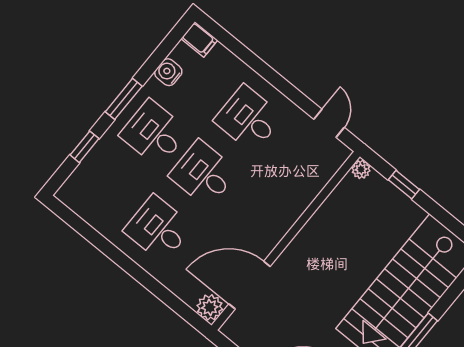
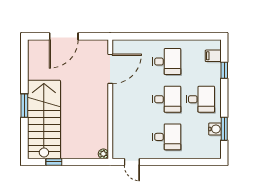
filing cabinet: (199, 39) -> (213, 56), moved
window: (124, 99) -> (224, 129), moved
window: (404, 185) -> (54, 162), moved
plant: (210, 307) -> (119, 47), removed

